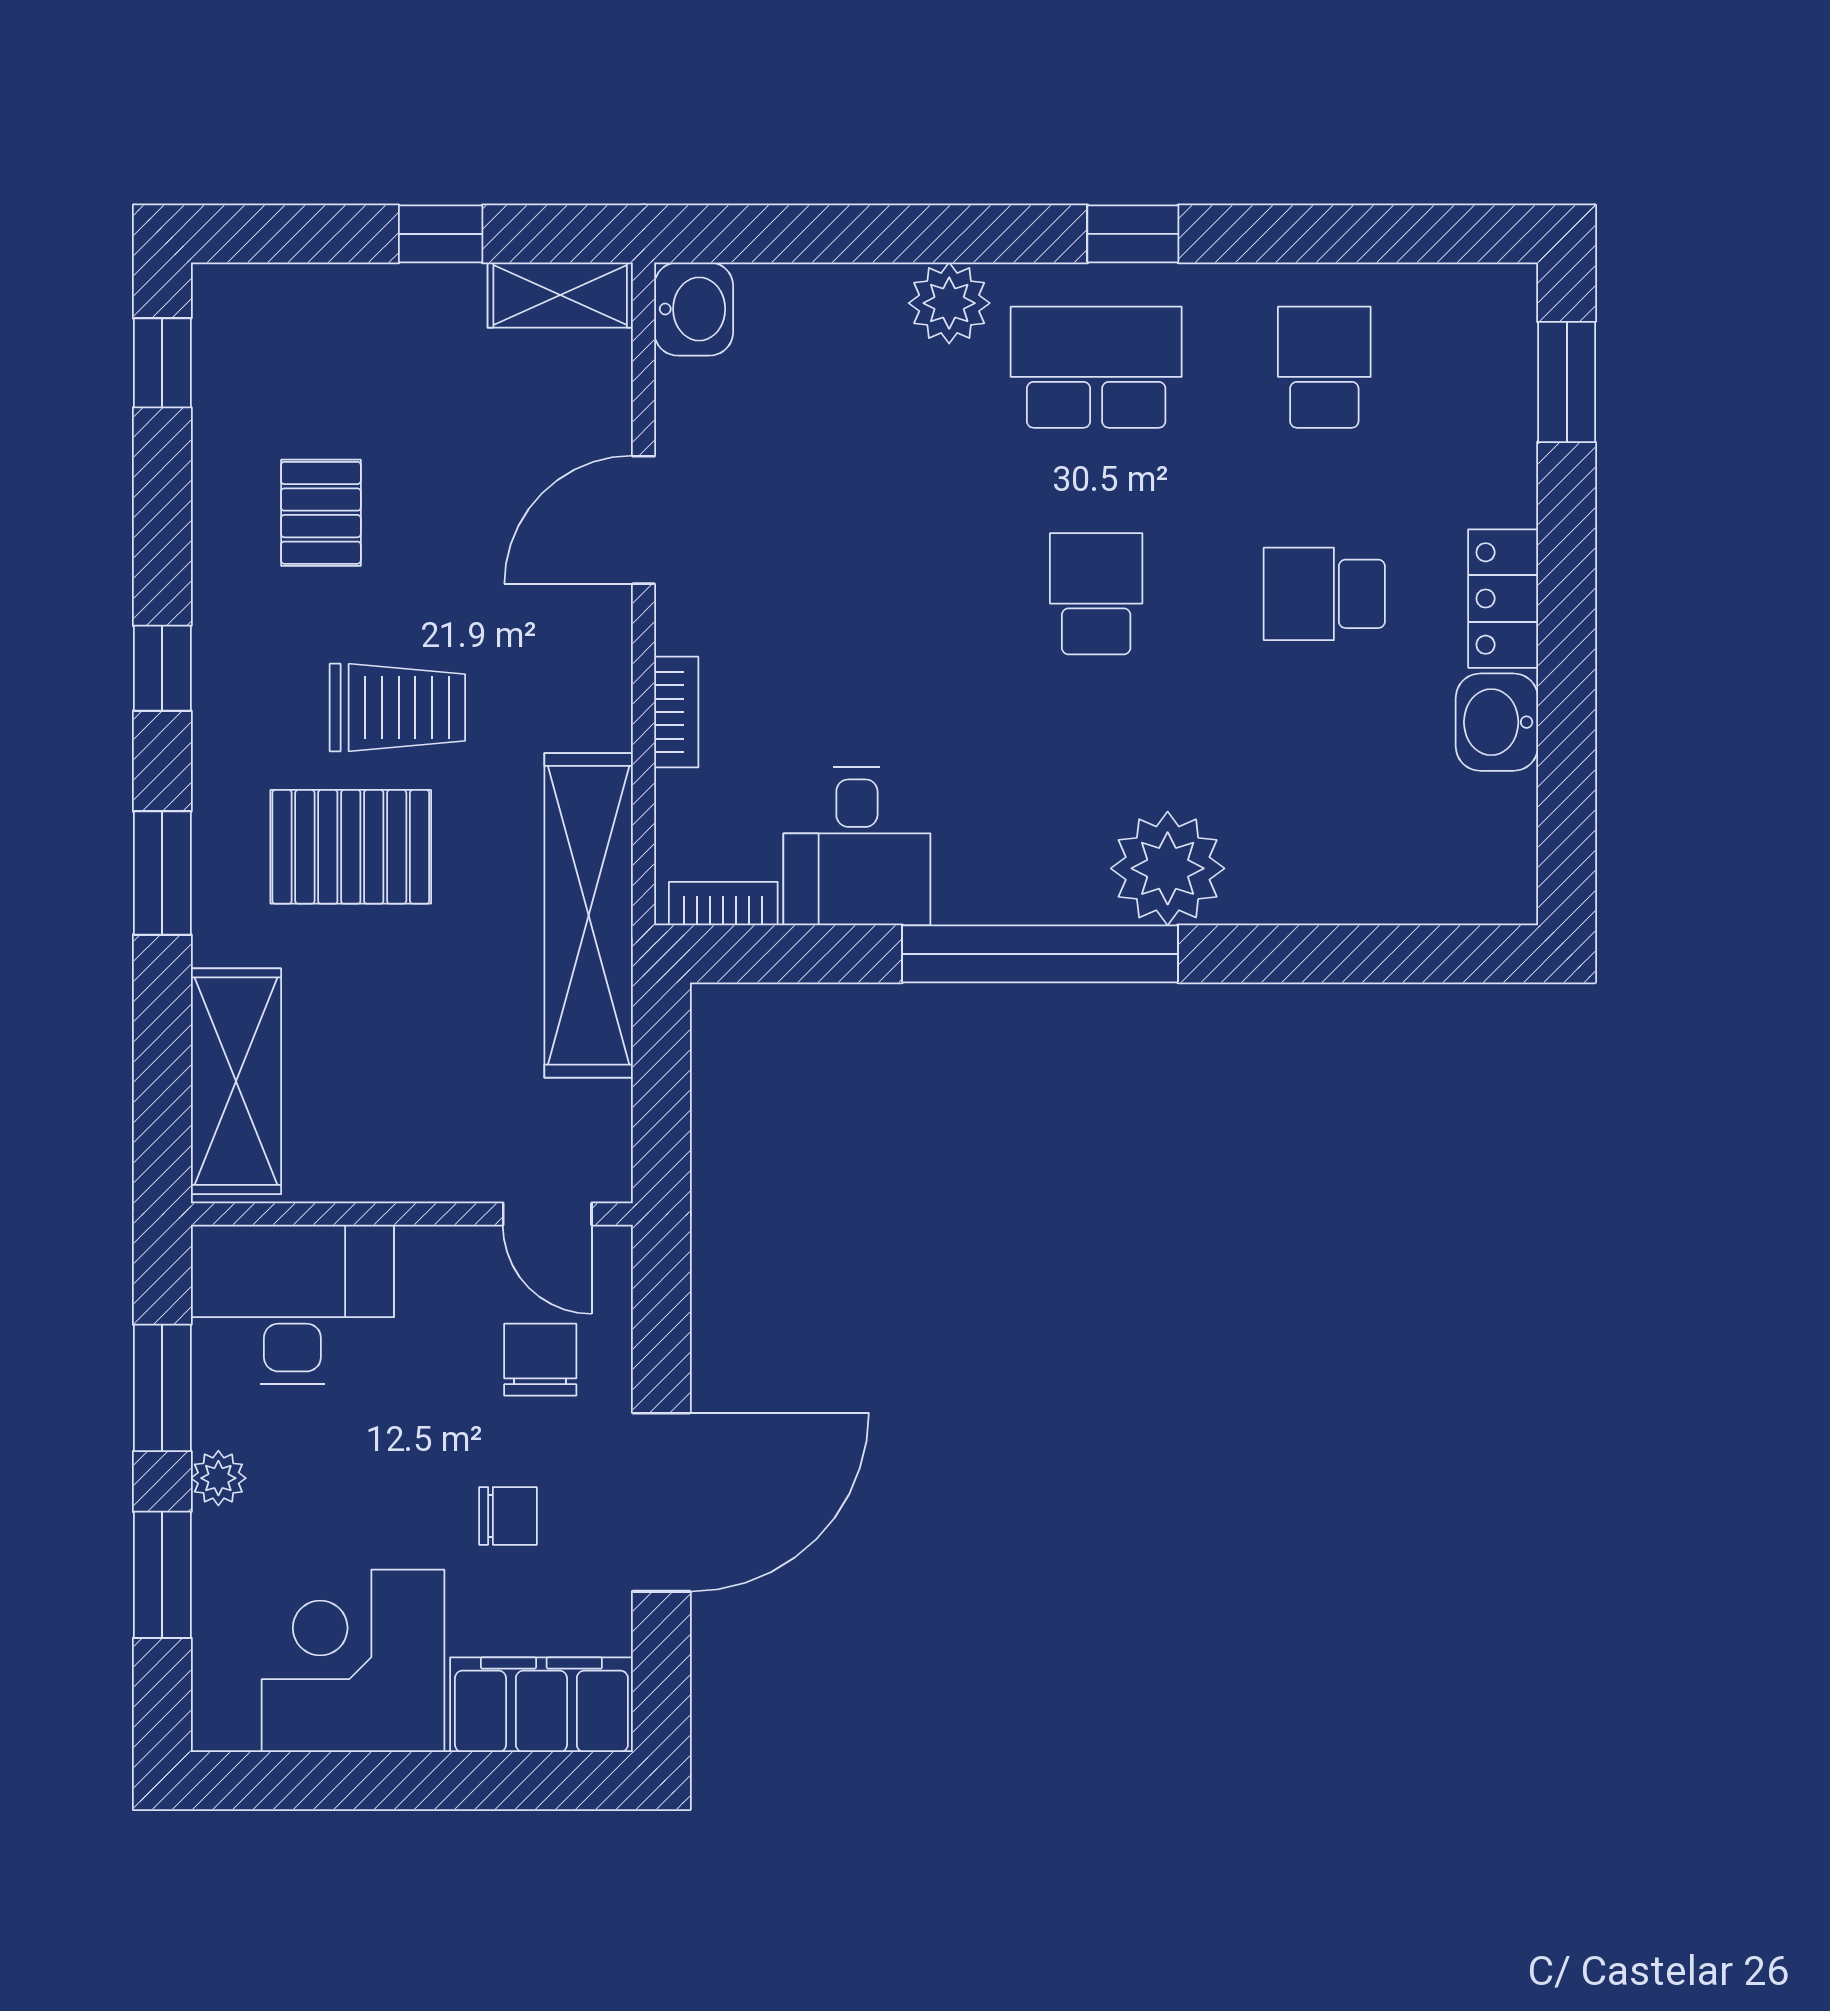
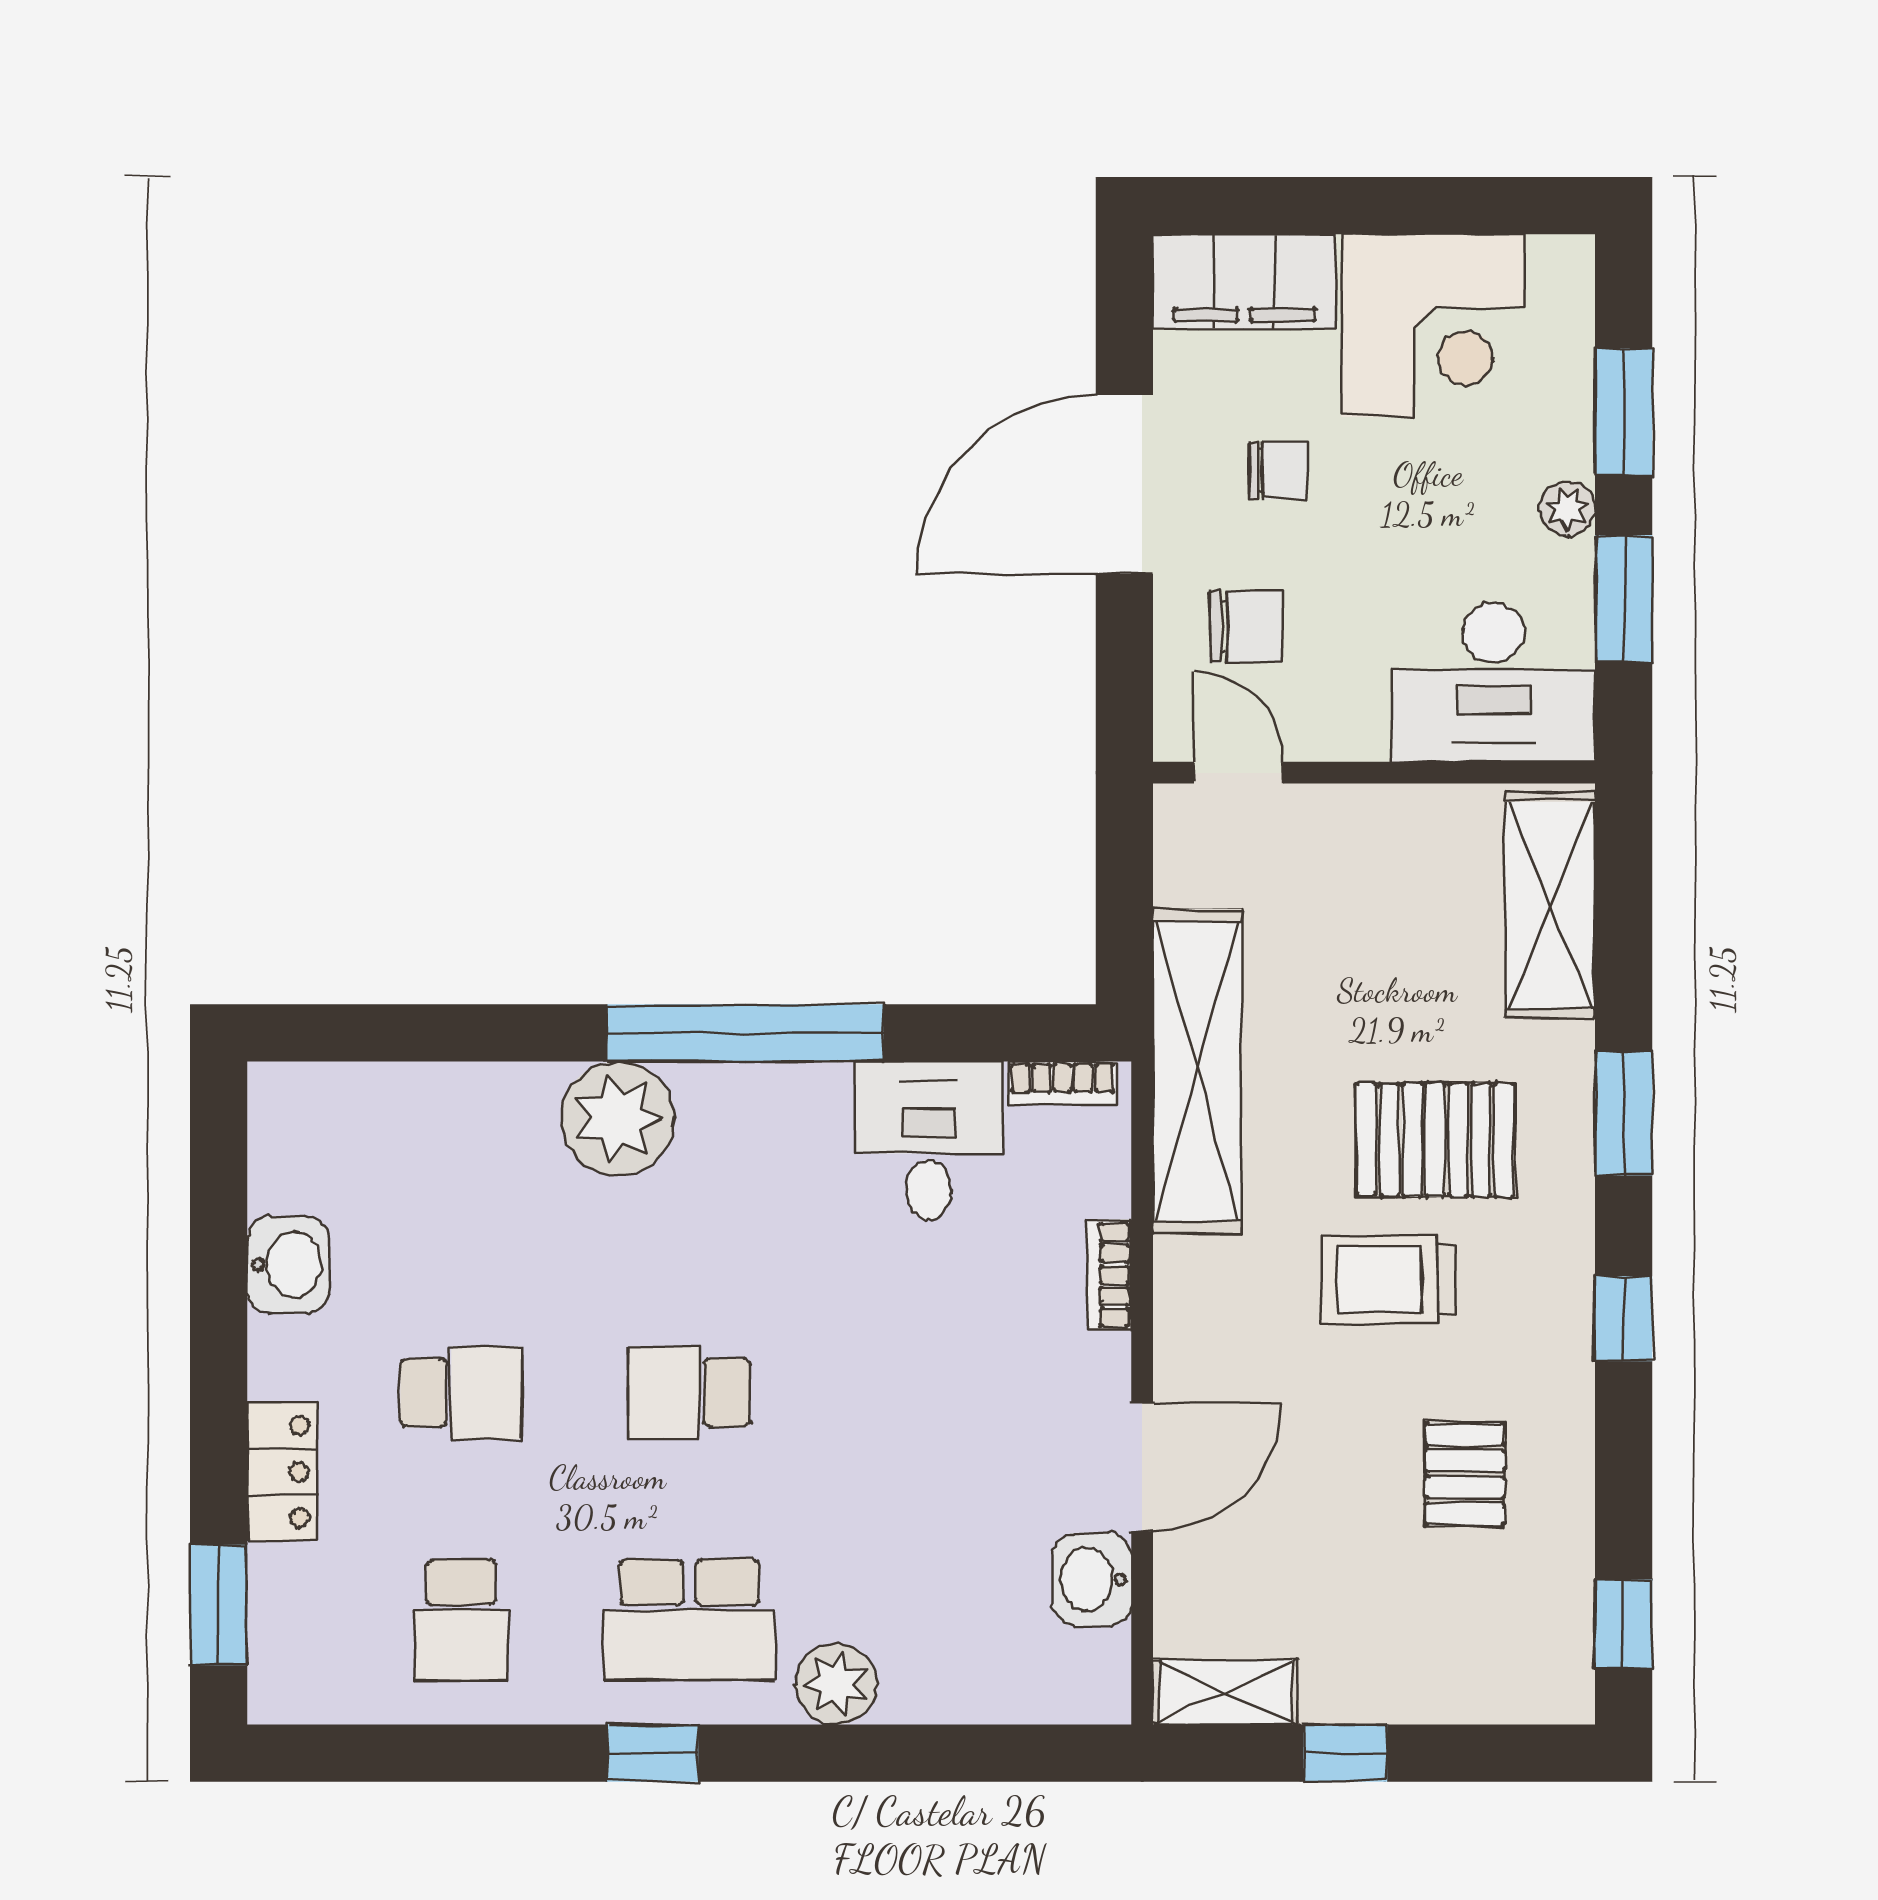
washbasin: (694, 309) -> (1092, 1579), moved
school desk: (1096, 594) -> (689, 1393), turned 90
locker: (1503, 599) -> (282, 1471), moved
chair: (540, 1360) -> (1246, 627), turned -90
chair: (508, 1516) -> (1278, 470), turned 180

